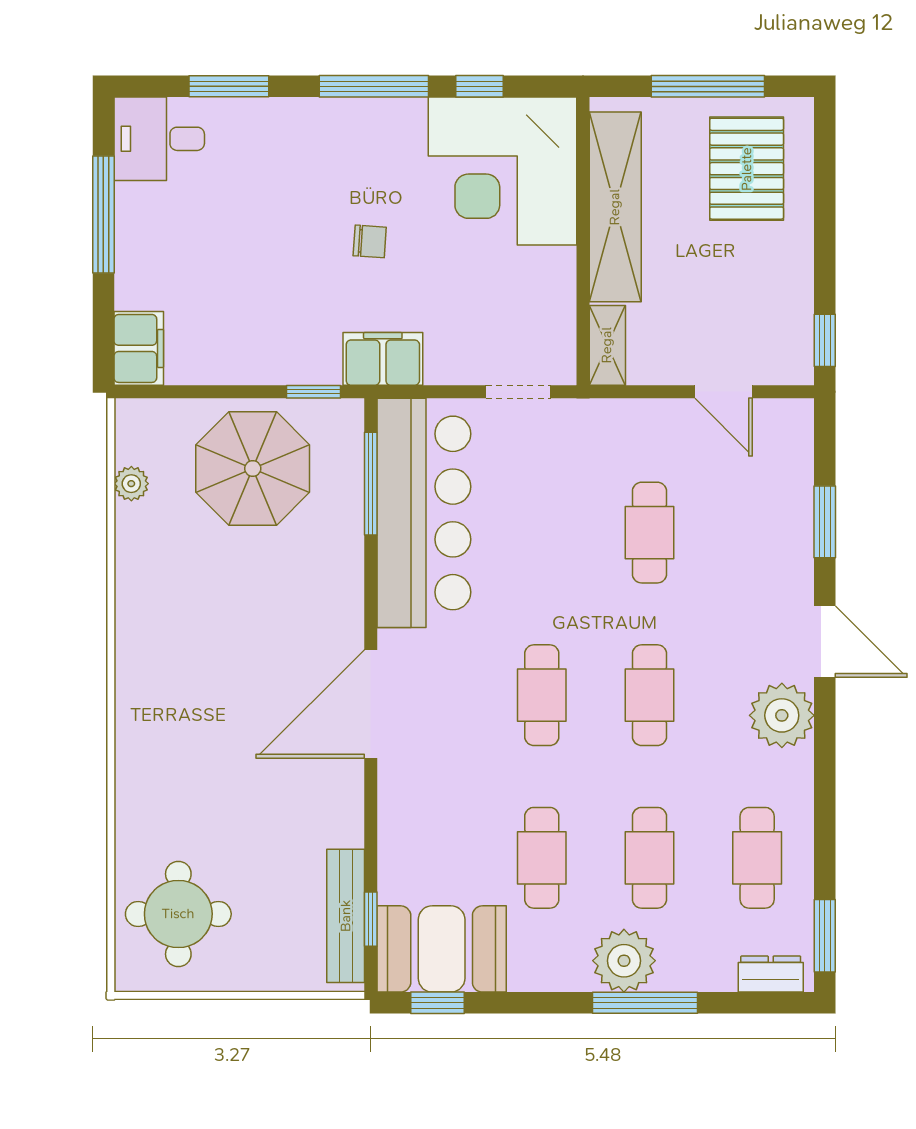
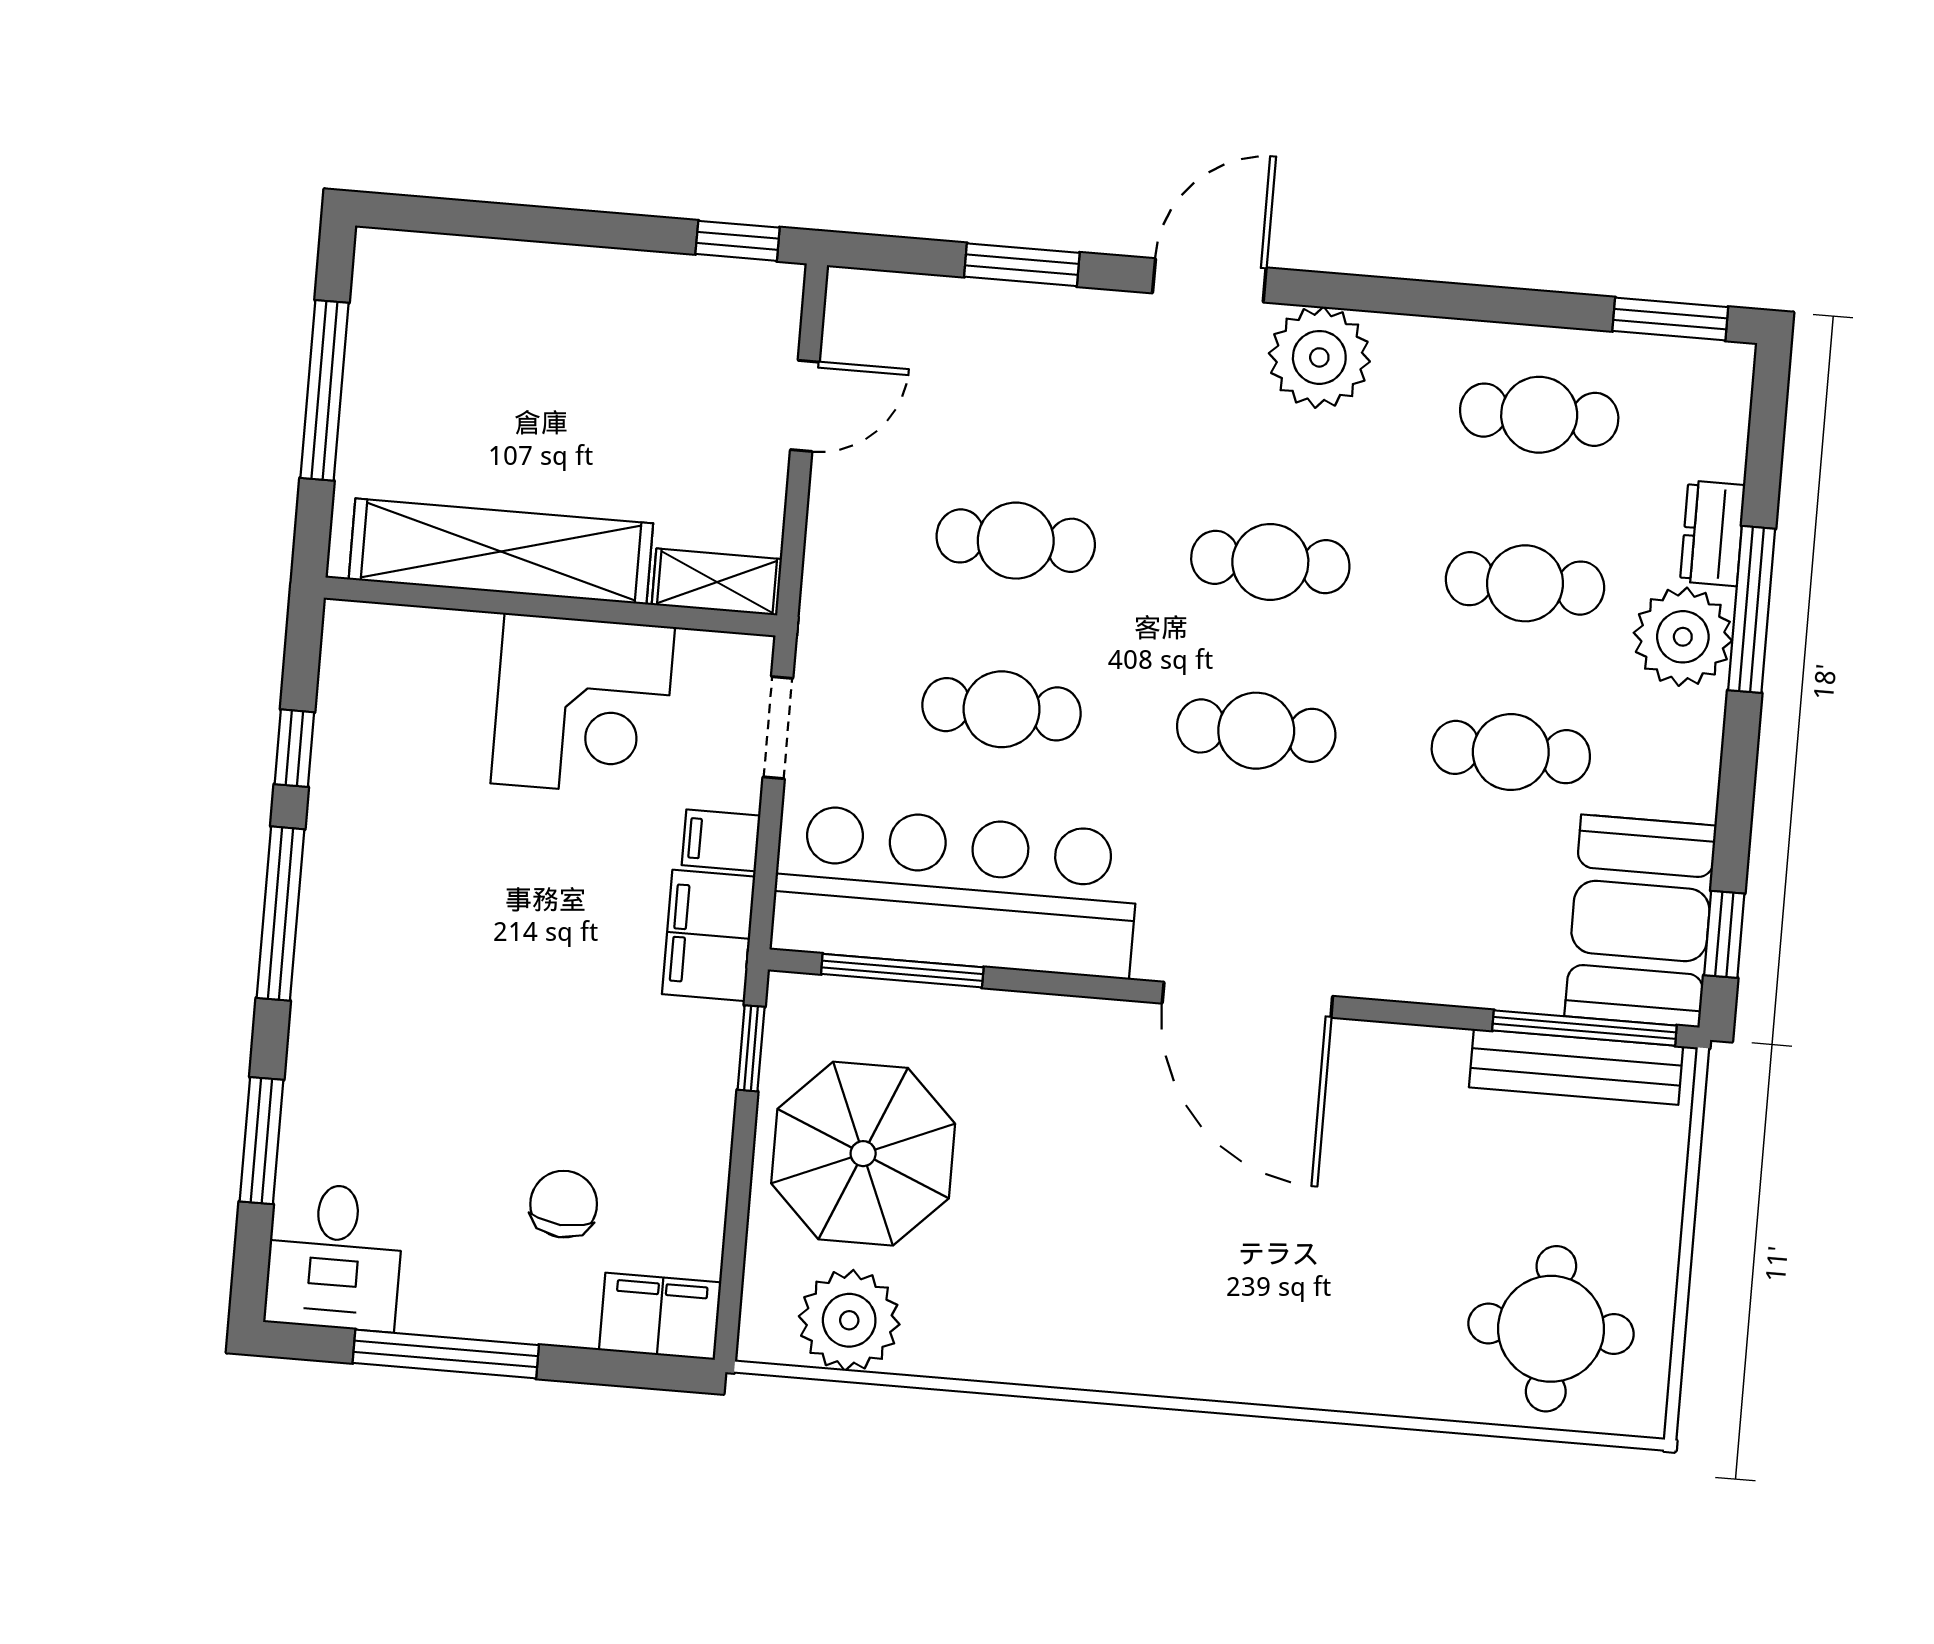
pallet: (747, 169) -> (458, 341), removed
corner desk: (502, 171) -> (583, 705), moved, width x0.74, depth x0.74
chair: (370, 241) -> (564, 1204), moved, width x1.37, depth x1.37
filing cabinet: (444, 362) -> (721, 840), added
plant: (131, 484) -> (849, 1320), width x1.88, depth x1.88
cafe table: (542, 533) -> (1002, 709), added
window: (371, 919) -> (1584, 1028), width x2.17
dresser: (771, 974) -> (1713, 533), moved

